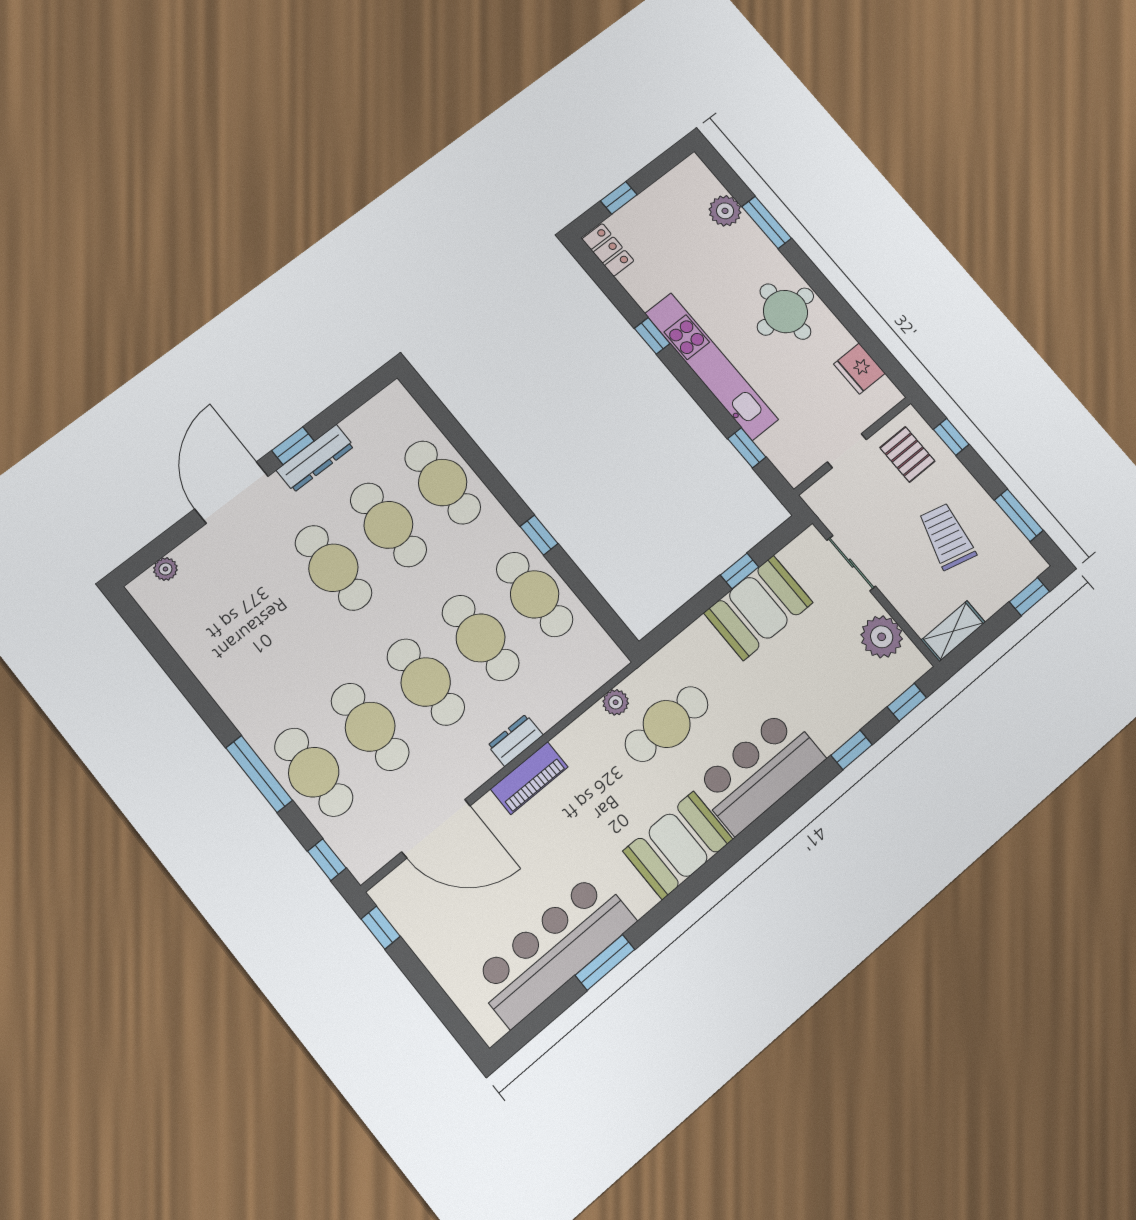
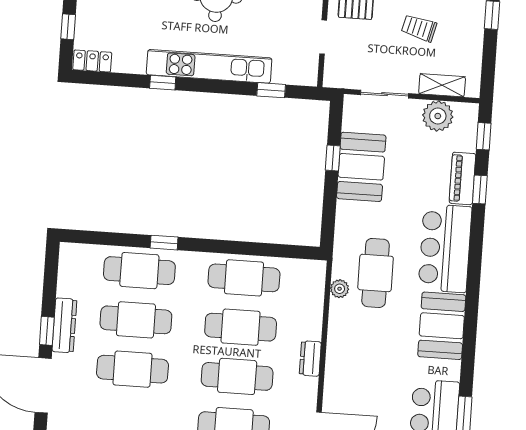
window: (539, 535) -> (164, 243), moved
trolley: (947, 536) -> (419, 28), width x0.73, depth x0.72
shelving: (953, 631) -> (442, 85), moved, turned 90
piano: (529, 778) -> (462, 178), moved, turned 180

